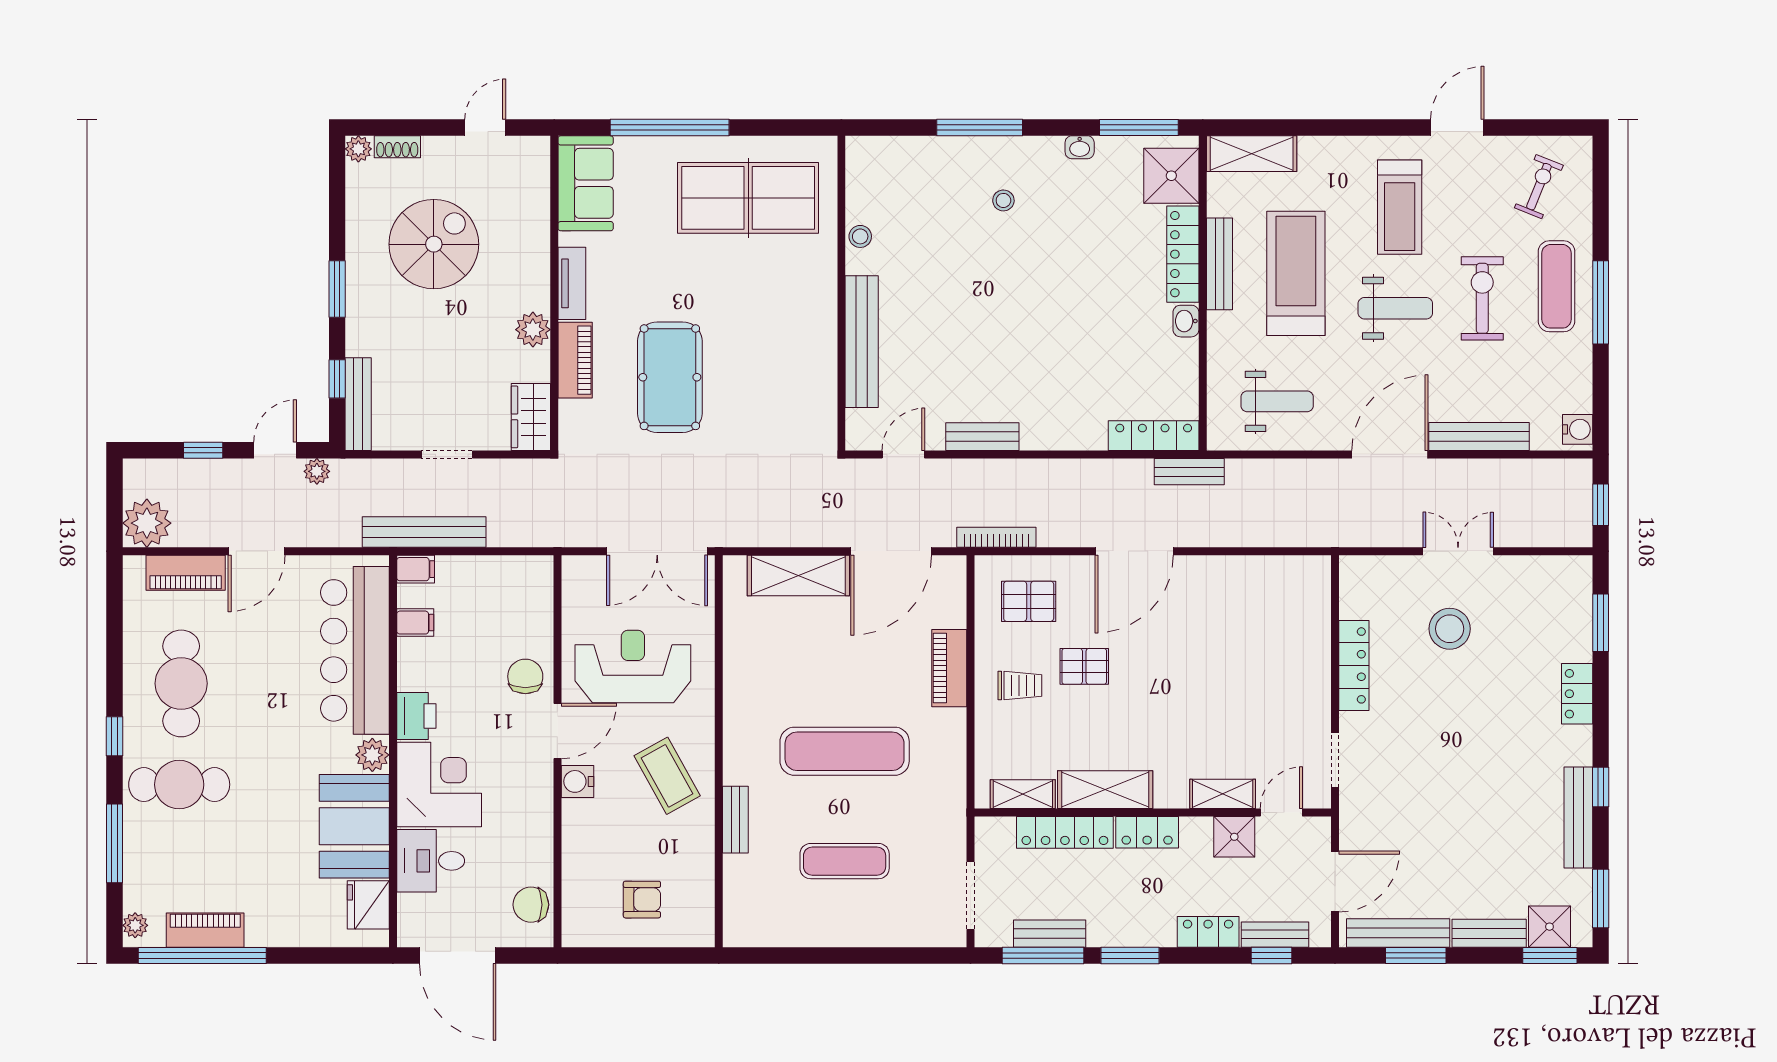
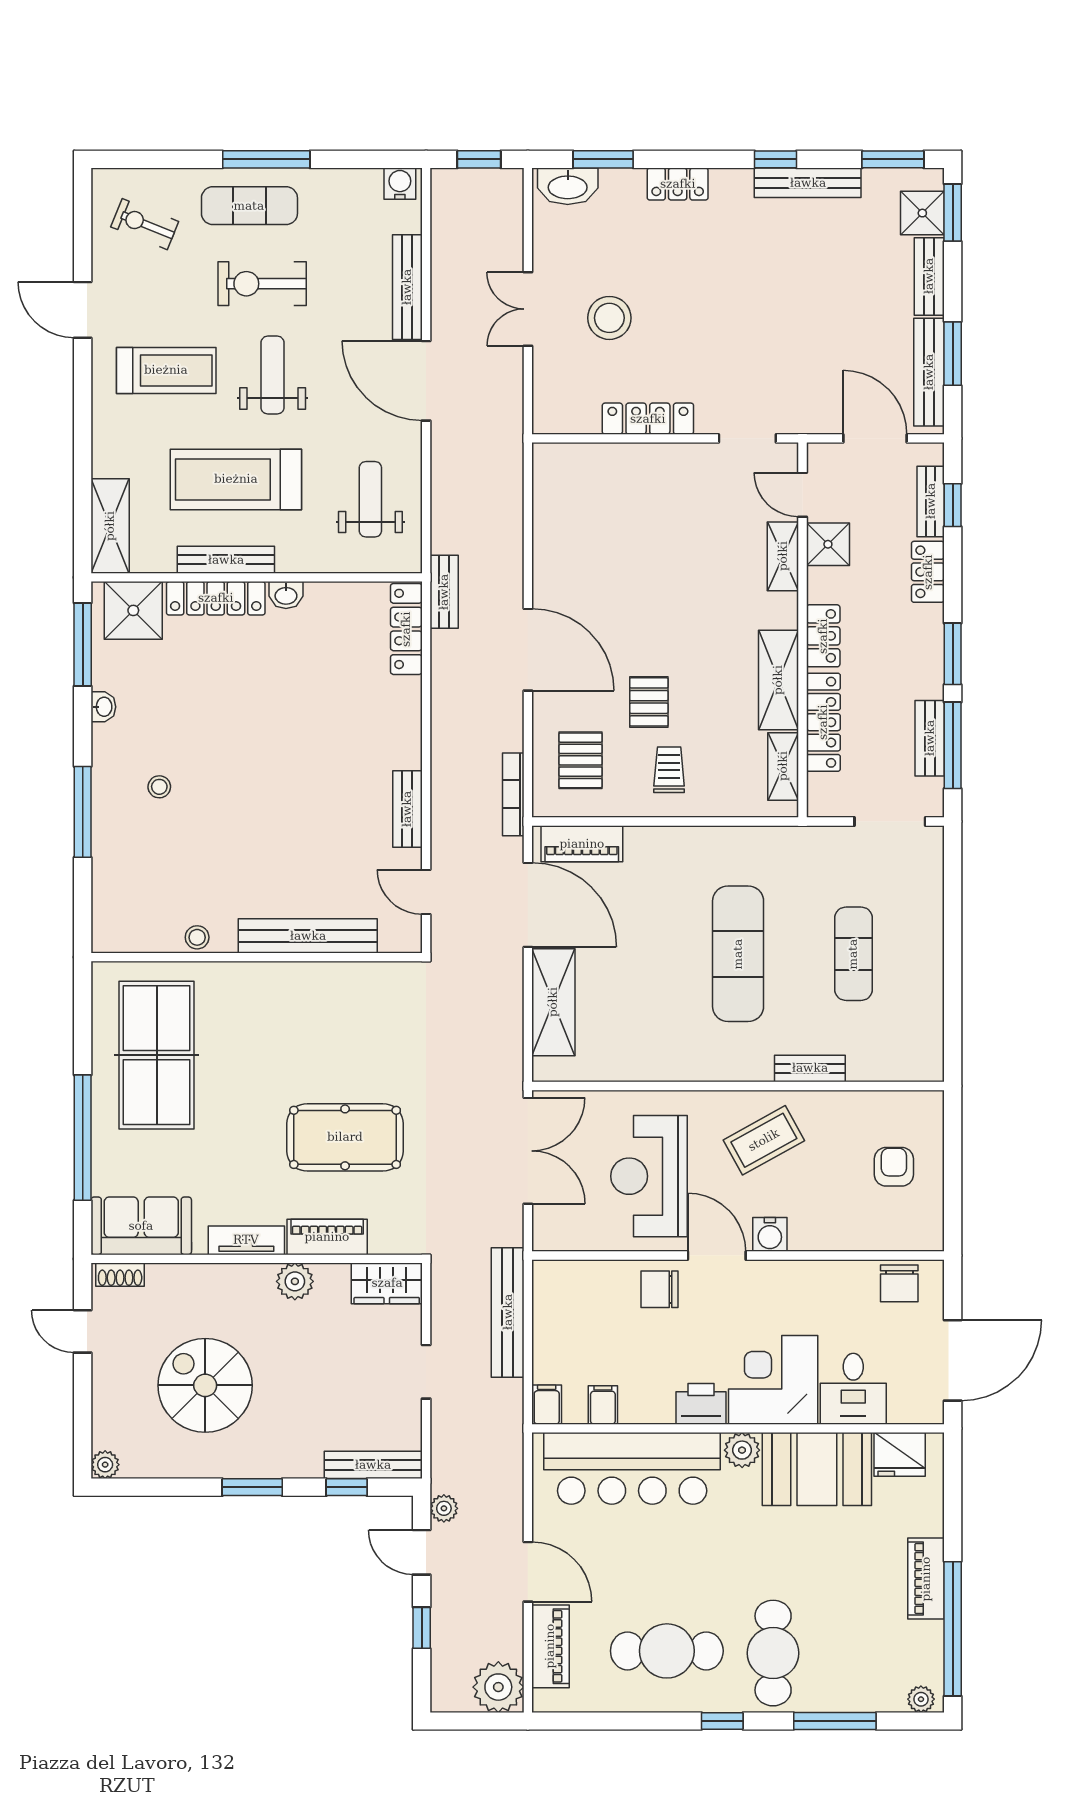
shoe rack: (397, 147) -> (120, 1275), moved, turned 90
bench: (424, 532) -> (508, 1312), moved
washbasin: (1575, 589) -> (568, 186), added
piano: (949, 668) -> (582, 844), moved
piano: (205, 930) -> (926, 1579), moved

